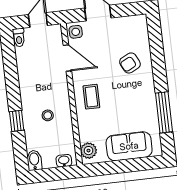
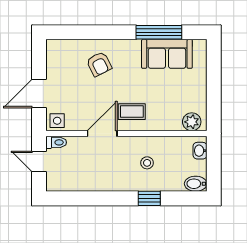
toilet: (19, 38) -> (56, 142), moved
door: (67, 58) -> (102, 133), moved
sofa: (129, 146) -> (167, 54), moved, turned -90

